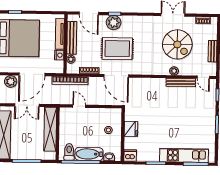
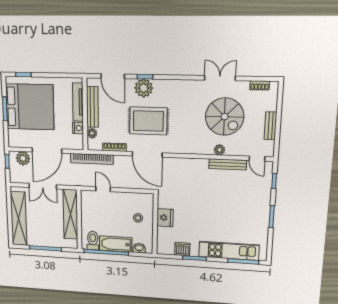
dishwasher: (130, 156) -> (182, 249), moved

